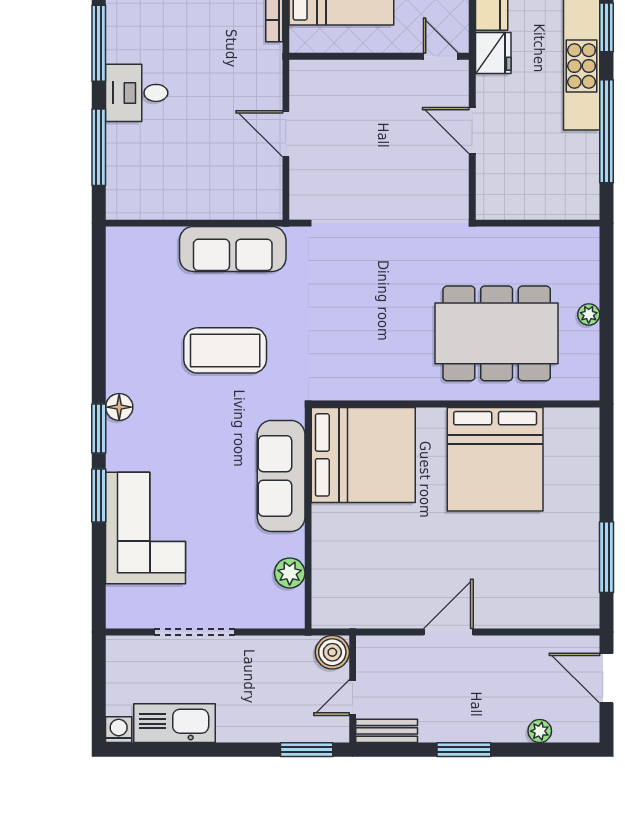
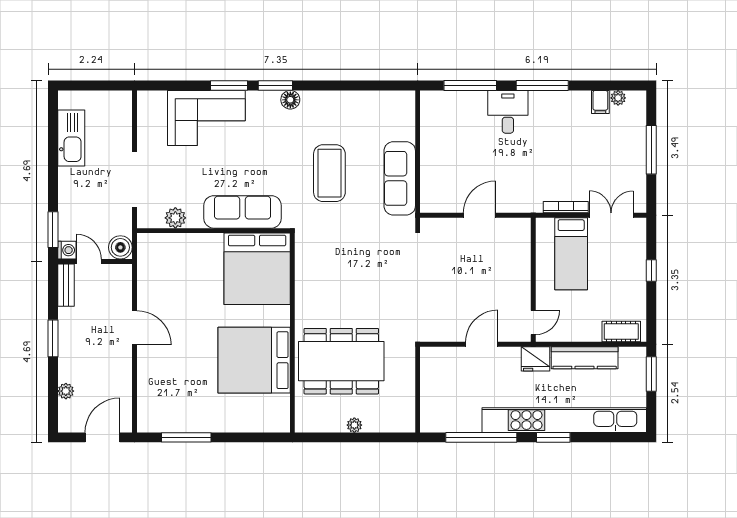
dining table: (497, 333) -> (341, 361), turned 90
doorway: (194, 632) -> (134, 179), moved
washing machine: (119, 730) -> (67, 250), moved

